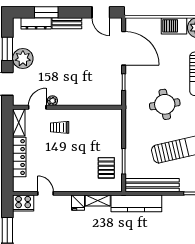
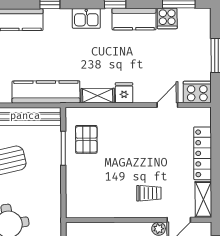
door: (46, 193) -> (167, 105), swing flipped

